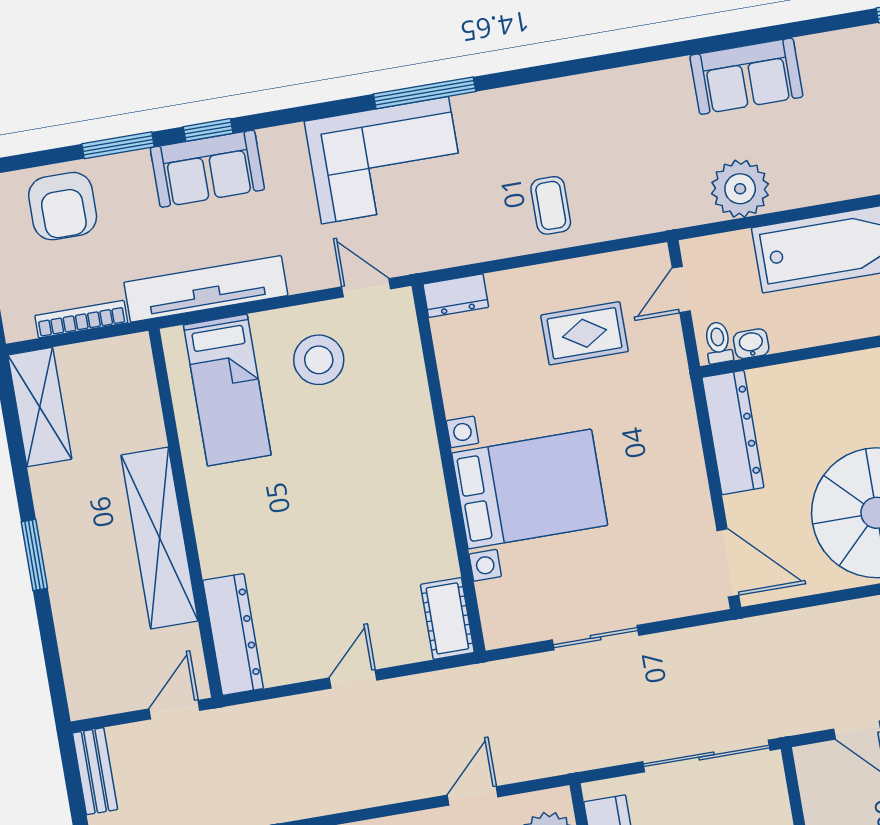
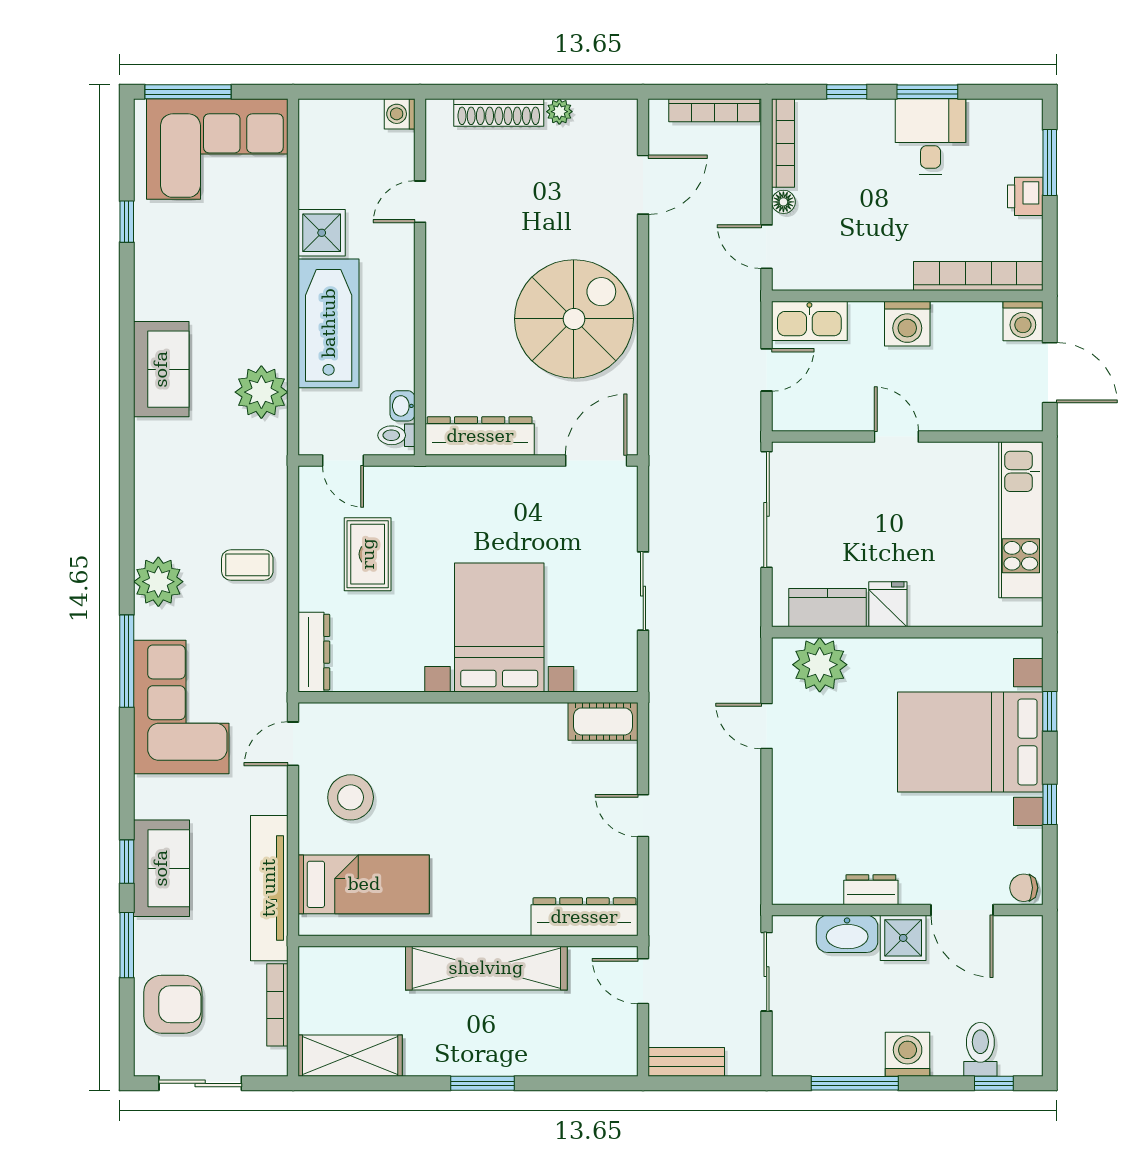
plant: (516, 112) -> (158, 582), added
dresser: (456, 296) -> (314, 652), width x1.44

